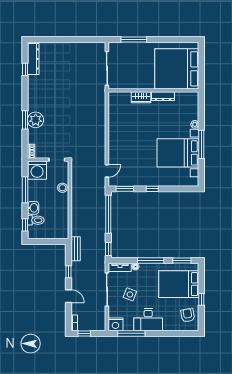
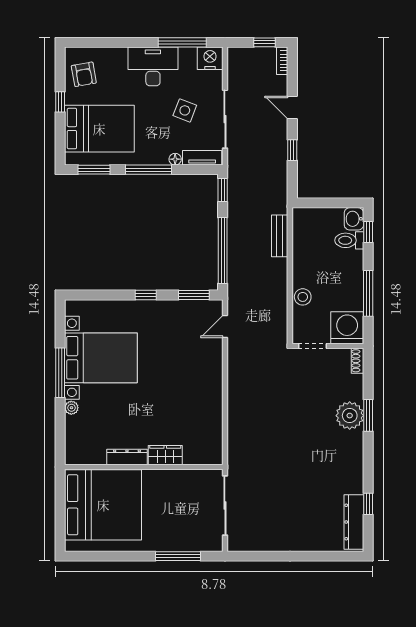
washbasin: (33, 208) -> (354, 219), moved
bench: (76, 249) -> (280, 236), moved

